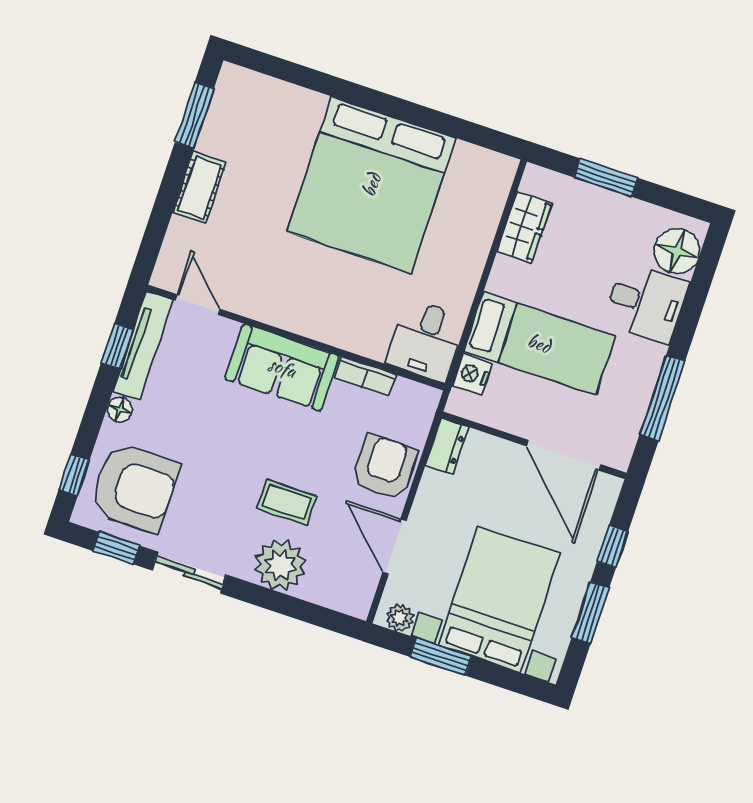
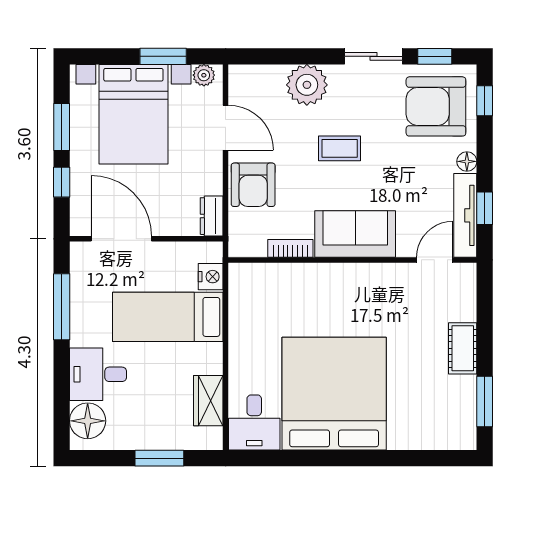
door: (197, 305) -> (435, 260), swing flipped
desk: (426, 341) -> (254, 423), moved, turned 180
coffee table: (287, 502) -> (340, 148), moved

